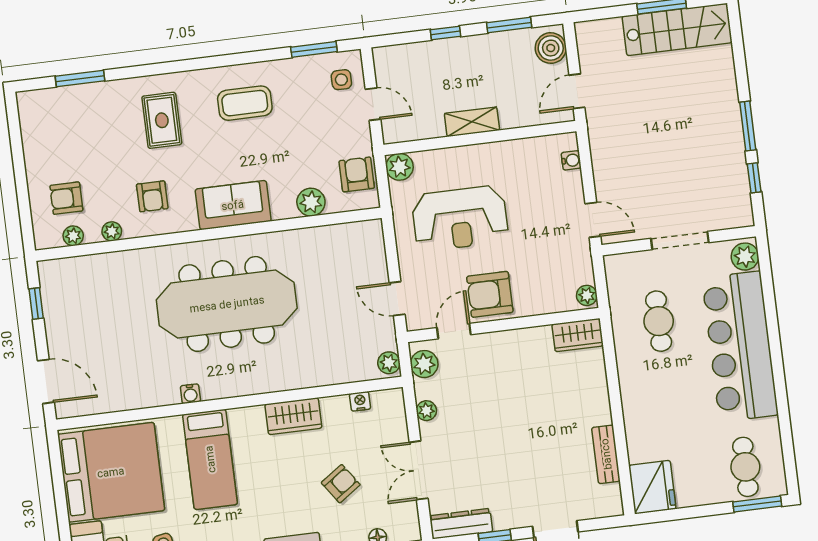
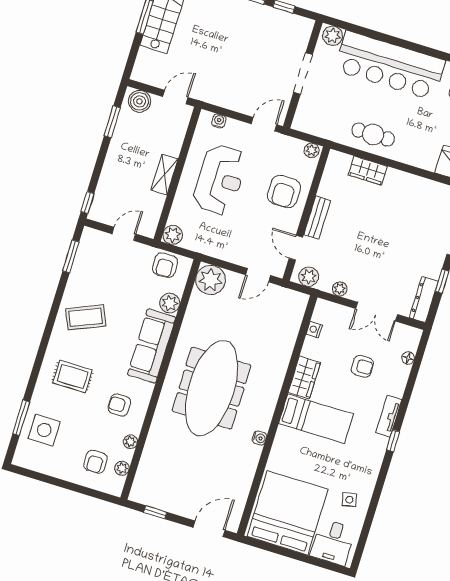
window: (445, 33) -> (87, 203), moved
side table: (341, 80) -> (44, 430), moved, width x1.87, depth x1.87
door: (577, 91) -> (175, 97), swing flipped
coffee table: (245, 103) -> (86, 317), turned 67
armchair: (357, 174) -> (165, 265), turned -92
armchair: (152, 196) -> (119, 405), turned 180
sofa: (233, 205) -> (152, 346), width x1.36
reception desk: (460, 218) -> (220, 180), moved
armchair: (490, 294) -> (284, 191), moved
cafe table: (659, 321) -> (373, 134), moved
wardrobe: (578, 335) -> (368, 171), moved, turned 90
plant: (389, 363) -> (211, 280), moved, width x1.87, depth x1.87
bench: (606, 454) -> (317, 218), moved, turned 90
bed: (210, 459) -> (316, 419), moved
armchair: (341, 484) -> (362, 366), turned 125

